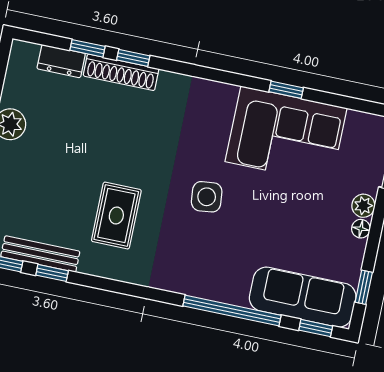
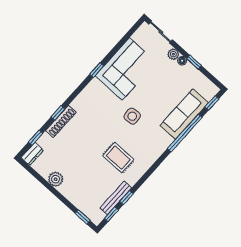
window: (88, 48) -> (36, 138), moved
dresser: (61, 61) -> (32, 154), moved
window: (286, 90) -> (97, 70), moved
window: (364, 287) -> (194, 62), moved
sofa: (303, 297) -> (184, 114), moved

